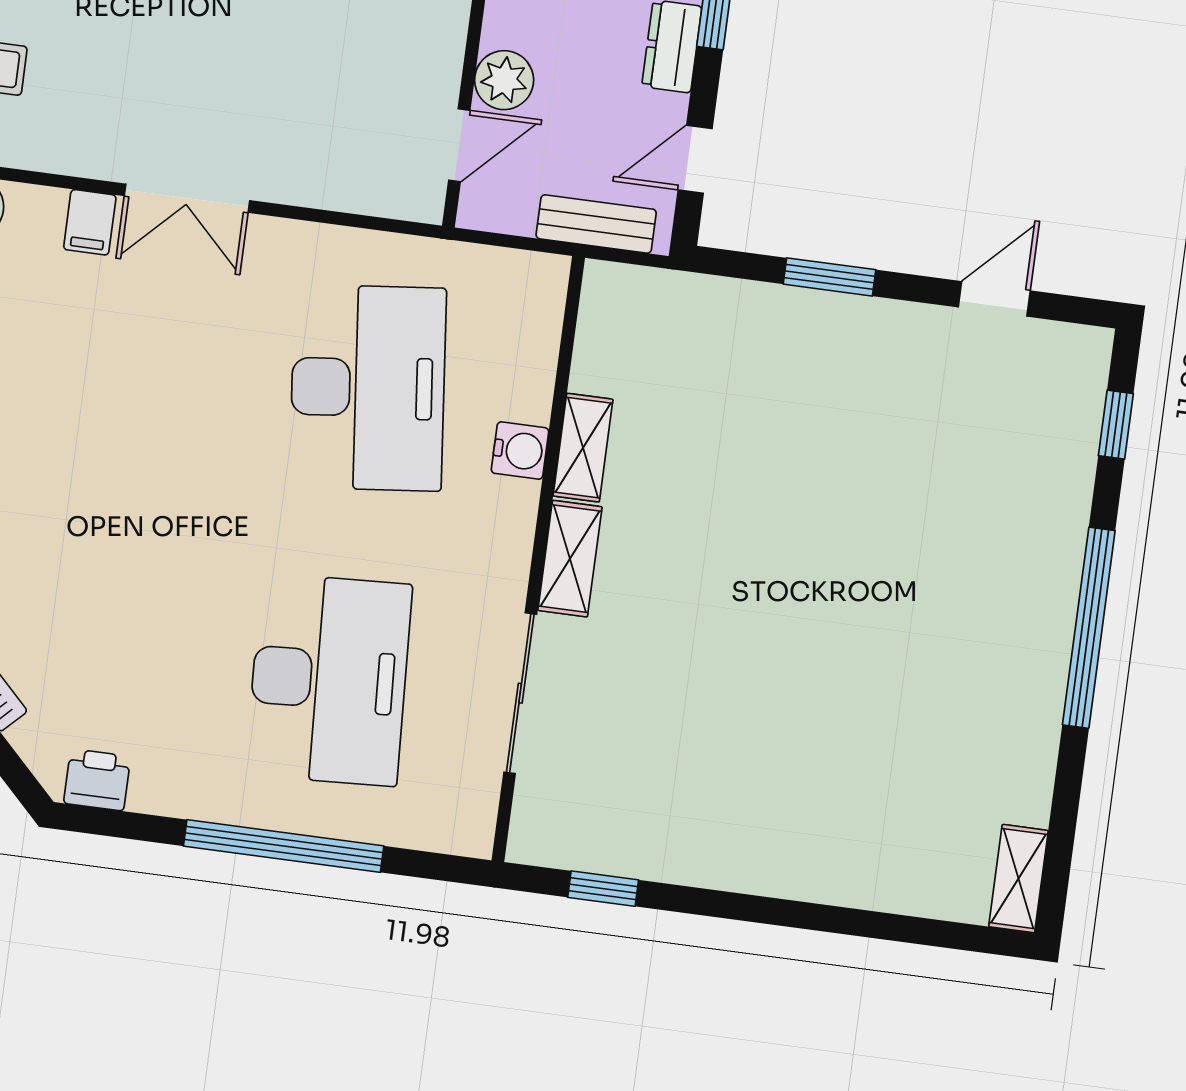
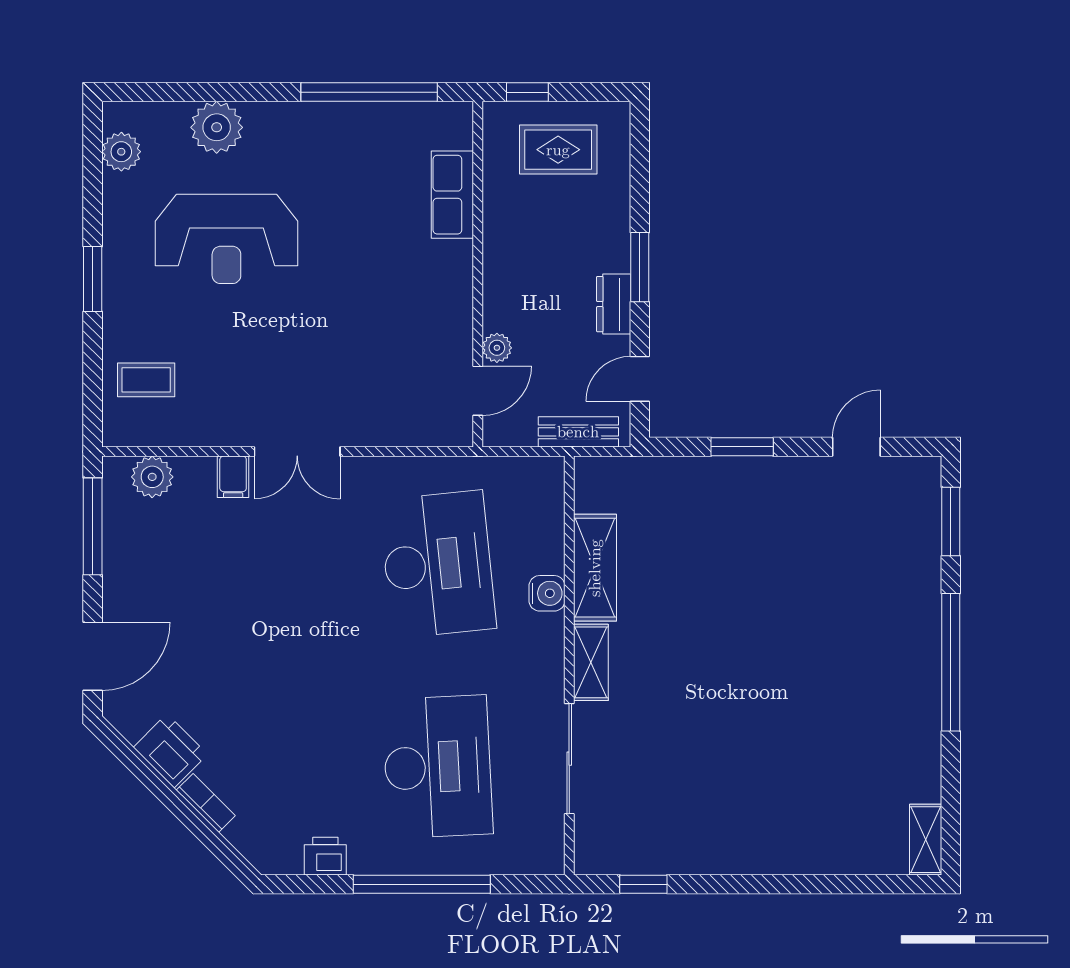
plant: (504, 80) -> (497, 348), width x0.73, depth x0.73
window: (1116, 425) -> (951, 521), width x1.50
shelving: (583, 448) -> (595, 568), width x1.50, depth x1.33
printer: (97, 780) -> (325, 856), moved

